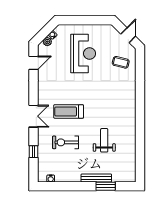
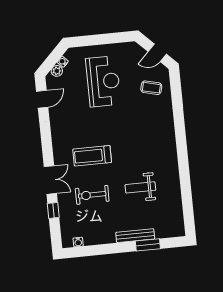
door: (128, 35) -> (157, 53), swing flipped
double door: (34, 116) -> (50, 180), moved
weight bench: (104, 140) -> (140, 187), turned -90

